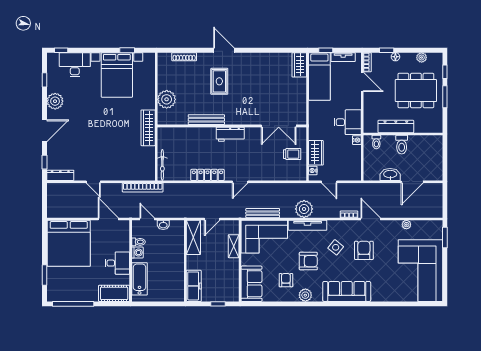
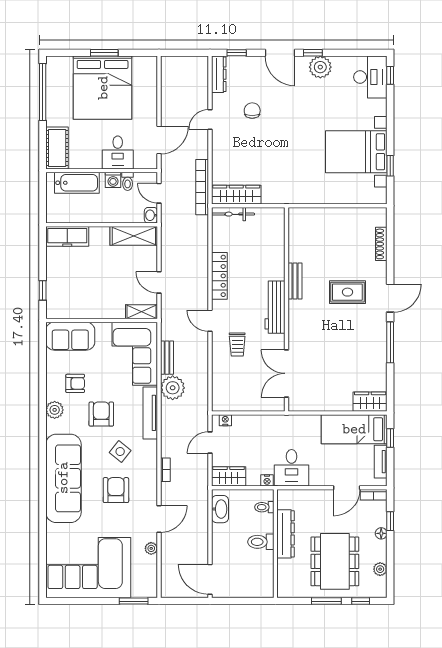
window: (256, 50) -> (390, 342), added
desk: (75, 65) -> (370, 77), moved
window: (45, 80) -> (313, 53), moved
plant: (167, 99) -> (323, 220), removed
bench: (206, 120) -> (295, 281), width x0.73
wardrobe: (148, 128) -> (236, 195), moved
workbench: (230, 134) -> (275, 307), width x1.38
chair: (87, 151) -> (252, 111), added
wardrobe: (316, 153) -> (229, 476), moved, turned 180
trolley: (292, 154) -> (237, 345), moved
washbasin: (390, 174) -> (220, 509), moved
door: (412, 182) -> (210, 579), moved
plant: (304, 209) -> (173, 388), moved
bench: (263, 213) -> (167, 358), width x0.73
door: (147, 219) -> (159, 193), swing flipped
door: (371, 219) -> (159, 519), moved
shelving: (193, 237) -> (134, 236), moved
bed: (69, 243) -> (103, 88), moved, turned -90
shelving: (234, 246) -> (142, 312), moved
armchair: (364, 250) -> (116, 490), turned -90
wall: (185, 261) -> (102, 225), moved
armchair: (308, 261) -> (101, 414), turned 180
desk: (117, 263) -> (118, 152), moved
window: (45, 275) -> (104, 53), moved
freezer: (194, 286) -> (67, 236), moved
sofa: (347, 291) -> (63, 478), width x1.36, depth x1.27

